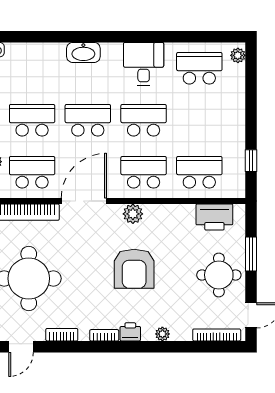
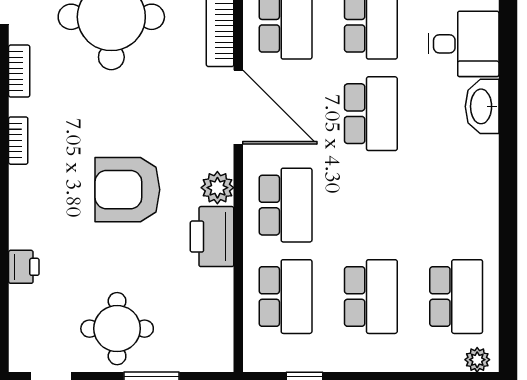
desk: (144, 64) -> (463, 44), moved
school desk: (144, 120) -> (371, 297), moved
printer: (214, 217) -> (212, 237), moved
printer: (130, 332) -> (24, 267), moved
plant: (162, 334) -> (20, 236), removed
bookcase: (217, 335) -> (19, 325), removed

